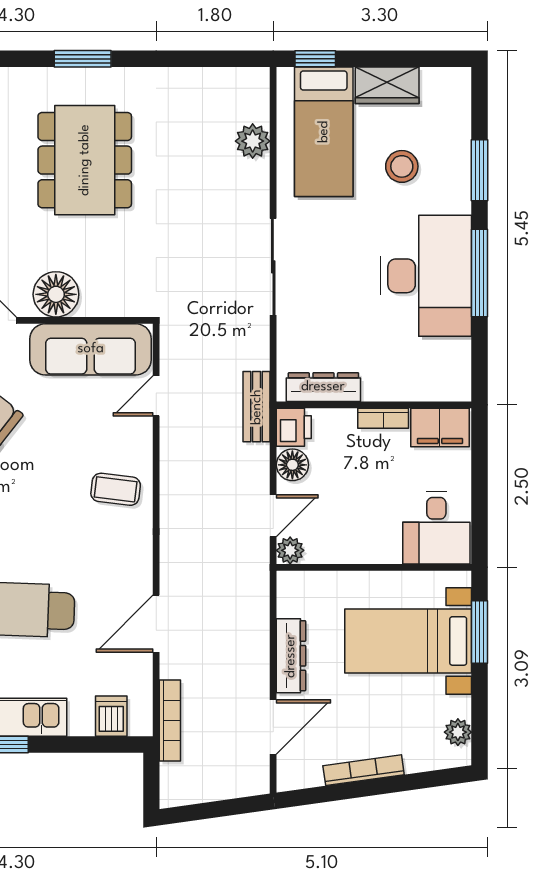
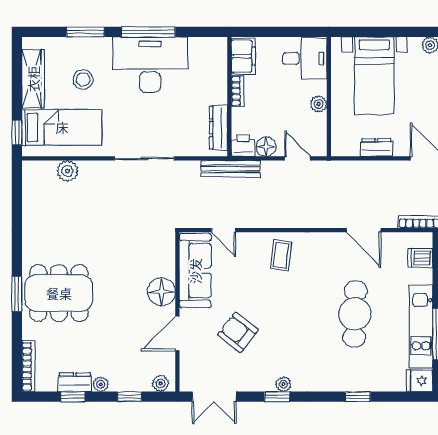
window: (83, 59) -> (17, 294), moved
wardrobe: (387, 85) -> (33, 79), width x1.50
dining table: (85, 160) -> (59, 293), moved
bench: (257, 407) -> (230, 169), width x1.36
plant: (290, 550) -> (319, 104), moved
window: (480, 632) -> (369, 32), removed
dresser: (291, 656) -> (376, 148), width x0.70

